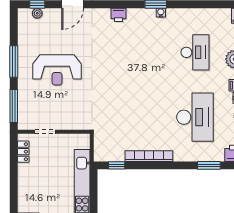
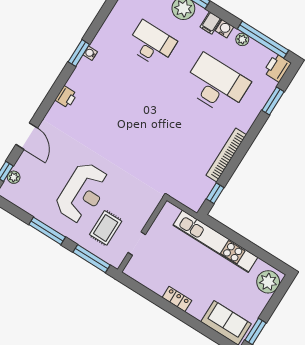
rug: (42, 102) -> (106, 228), added
locker: (23, 152) -> (177, 299), moved

